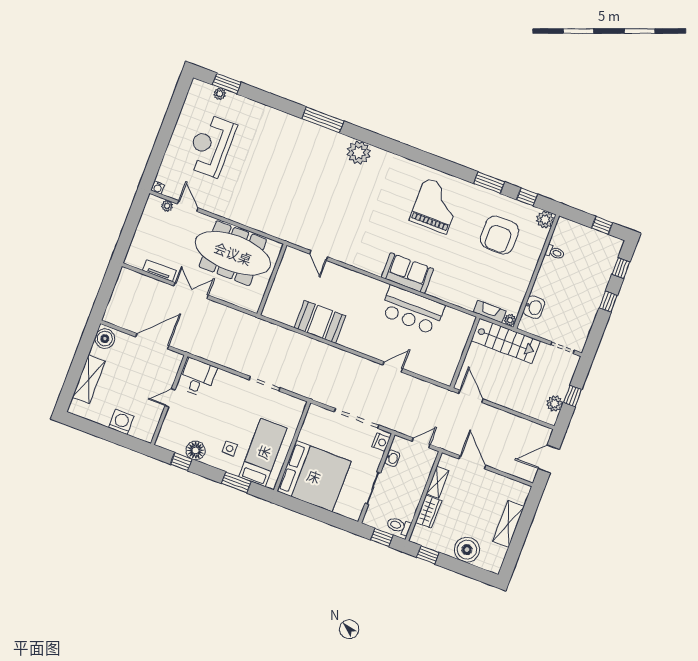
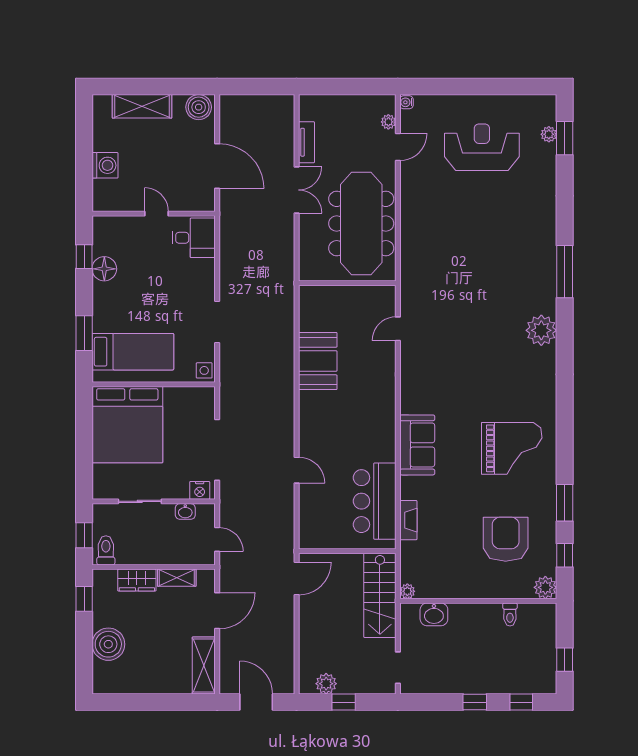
armchair: (499, 235) -> (506, 539), turned 90
bar counter: (412, 310) -> (375, 501), moved
fireplace: (490, 311) -> (408, 520), moved
side table: (230, 448) -> (204, 370), moved
shelving: (508, 524) -> (204, 666), moved, turned 90

